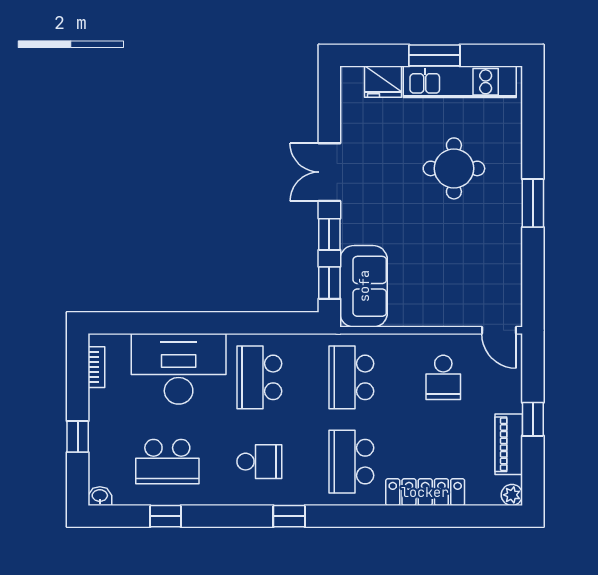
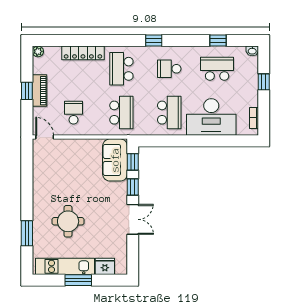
window: (533, 203) -> (27, 233), moved
piano: (509, 444) -> (39, 91), moved
school desk: (351, 462) -> (121, 69), turned 180

